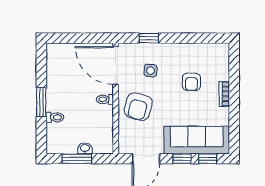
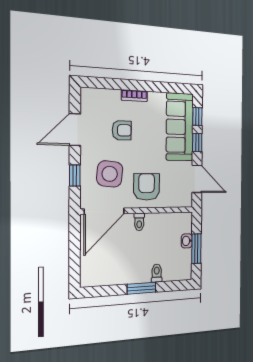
door: (191, 38) -> (75, 130), added
side table: (151, 70) -> (110, 174), width x1.87, depth x1.87
armchair: (138, 107) -> (147, 187), turned -105

